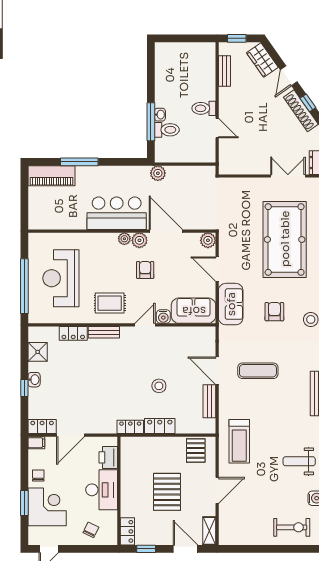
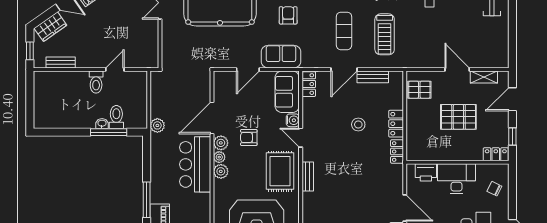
plant: (208, 240) -> (221, 171), moved
rug: (110, 303) -> (280, 171), width x1.36, depth x1.43
armchair: (274, 312) -> (288, 15), turned 90
locker: (73, 333) -> (309, 84), moved
treadmill: (239, 441) -> (385, 34), moved, turned 90
shelving: (209, 531) -> (484, 77), moved

